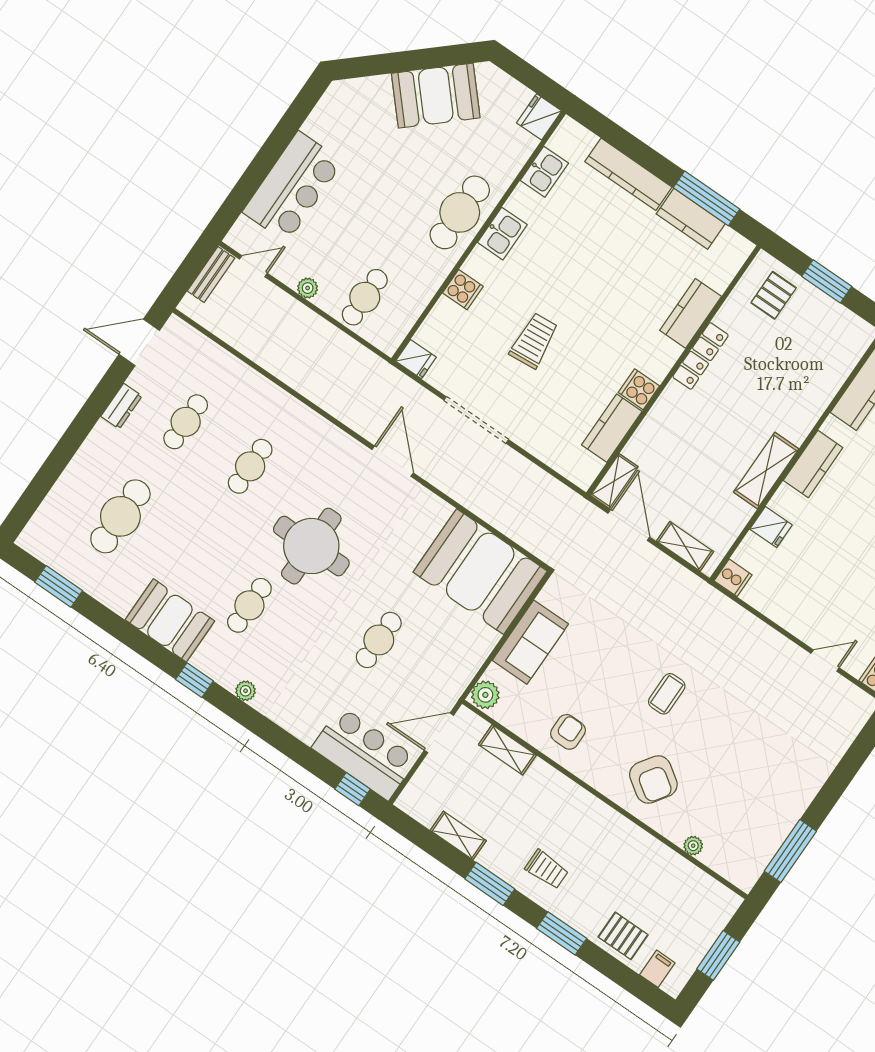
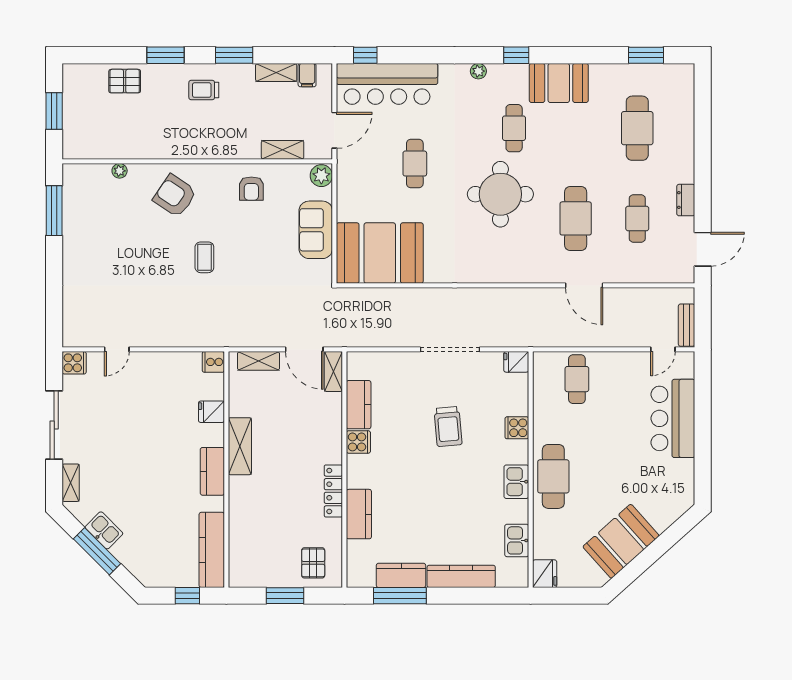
plant: (308, 288) -> (618, 360), removed
door: (393, 461) -> (584, 285), moved
cafe table: (250, 466) -> (576, 218), width x1.37, depth x1.35
bar counter: (364, 753) -> (387, 84), width x1.36
filing cabinet: (657, 969) -> (307, 75), moved

